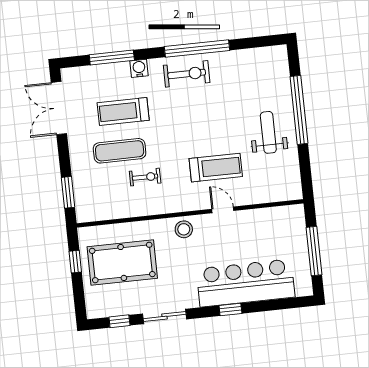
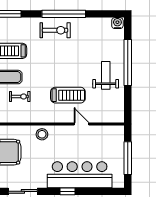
water cooler: (139, 68) -> (117, 23), moved
door: (223, 210) -> (81, 124), moved

